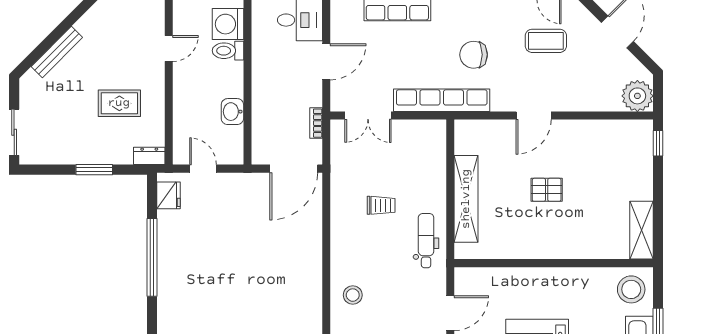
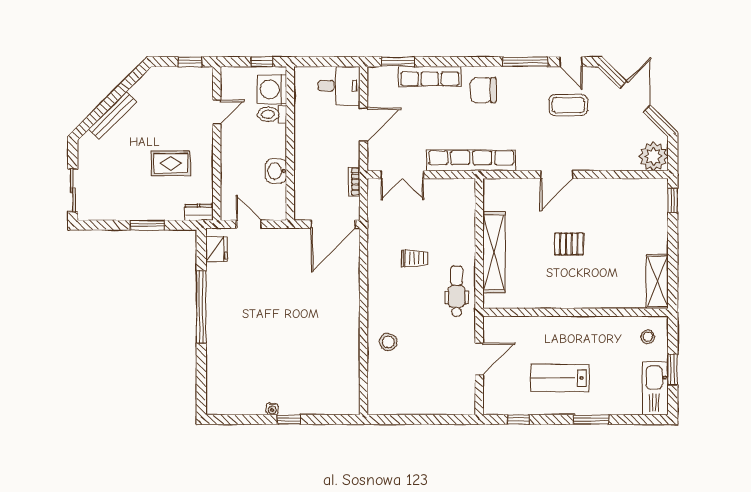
chair: (474, 55) -> (483, 90), moved
stool: (631, 289) -> (648, 337), width x0.53, depth x0.53

